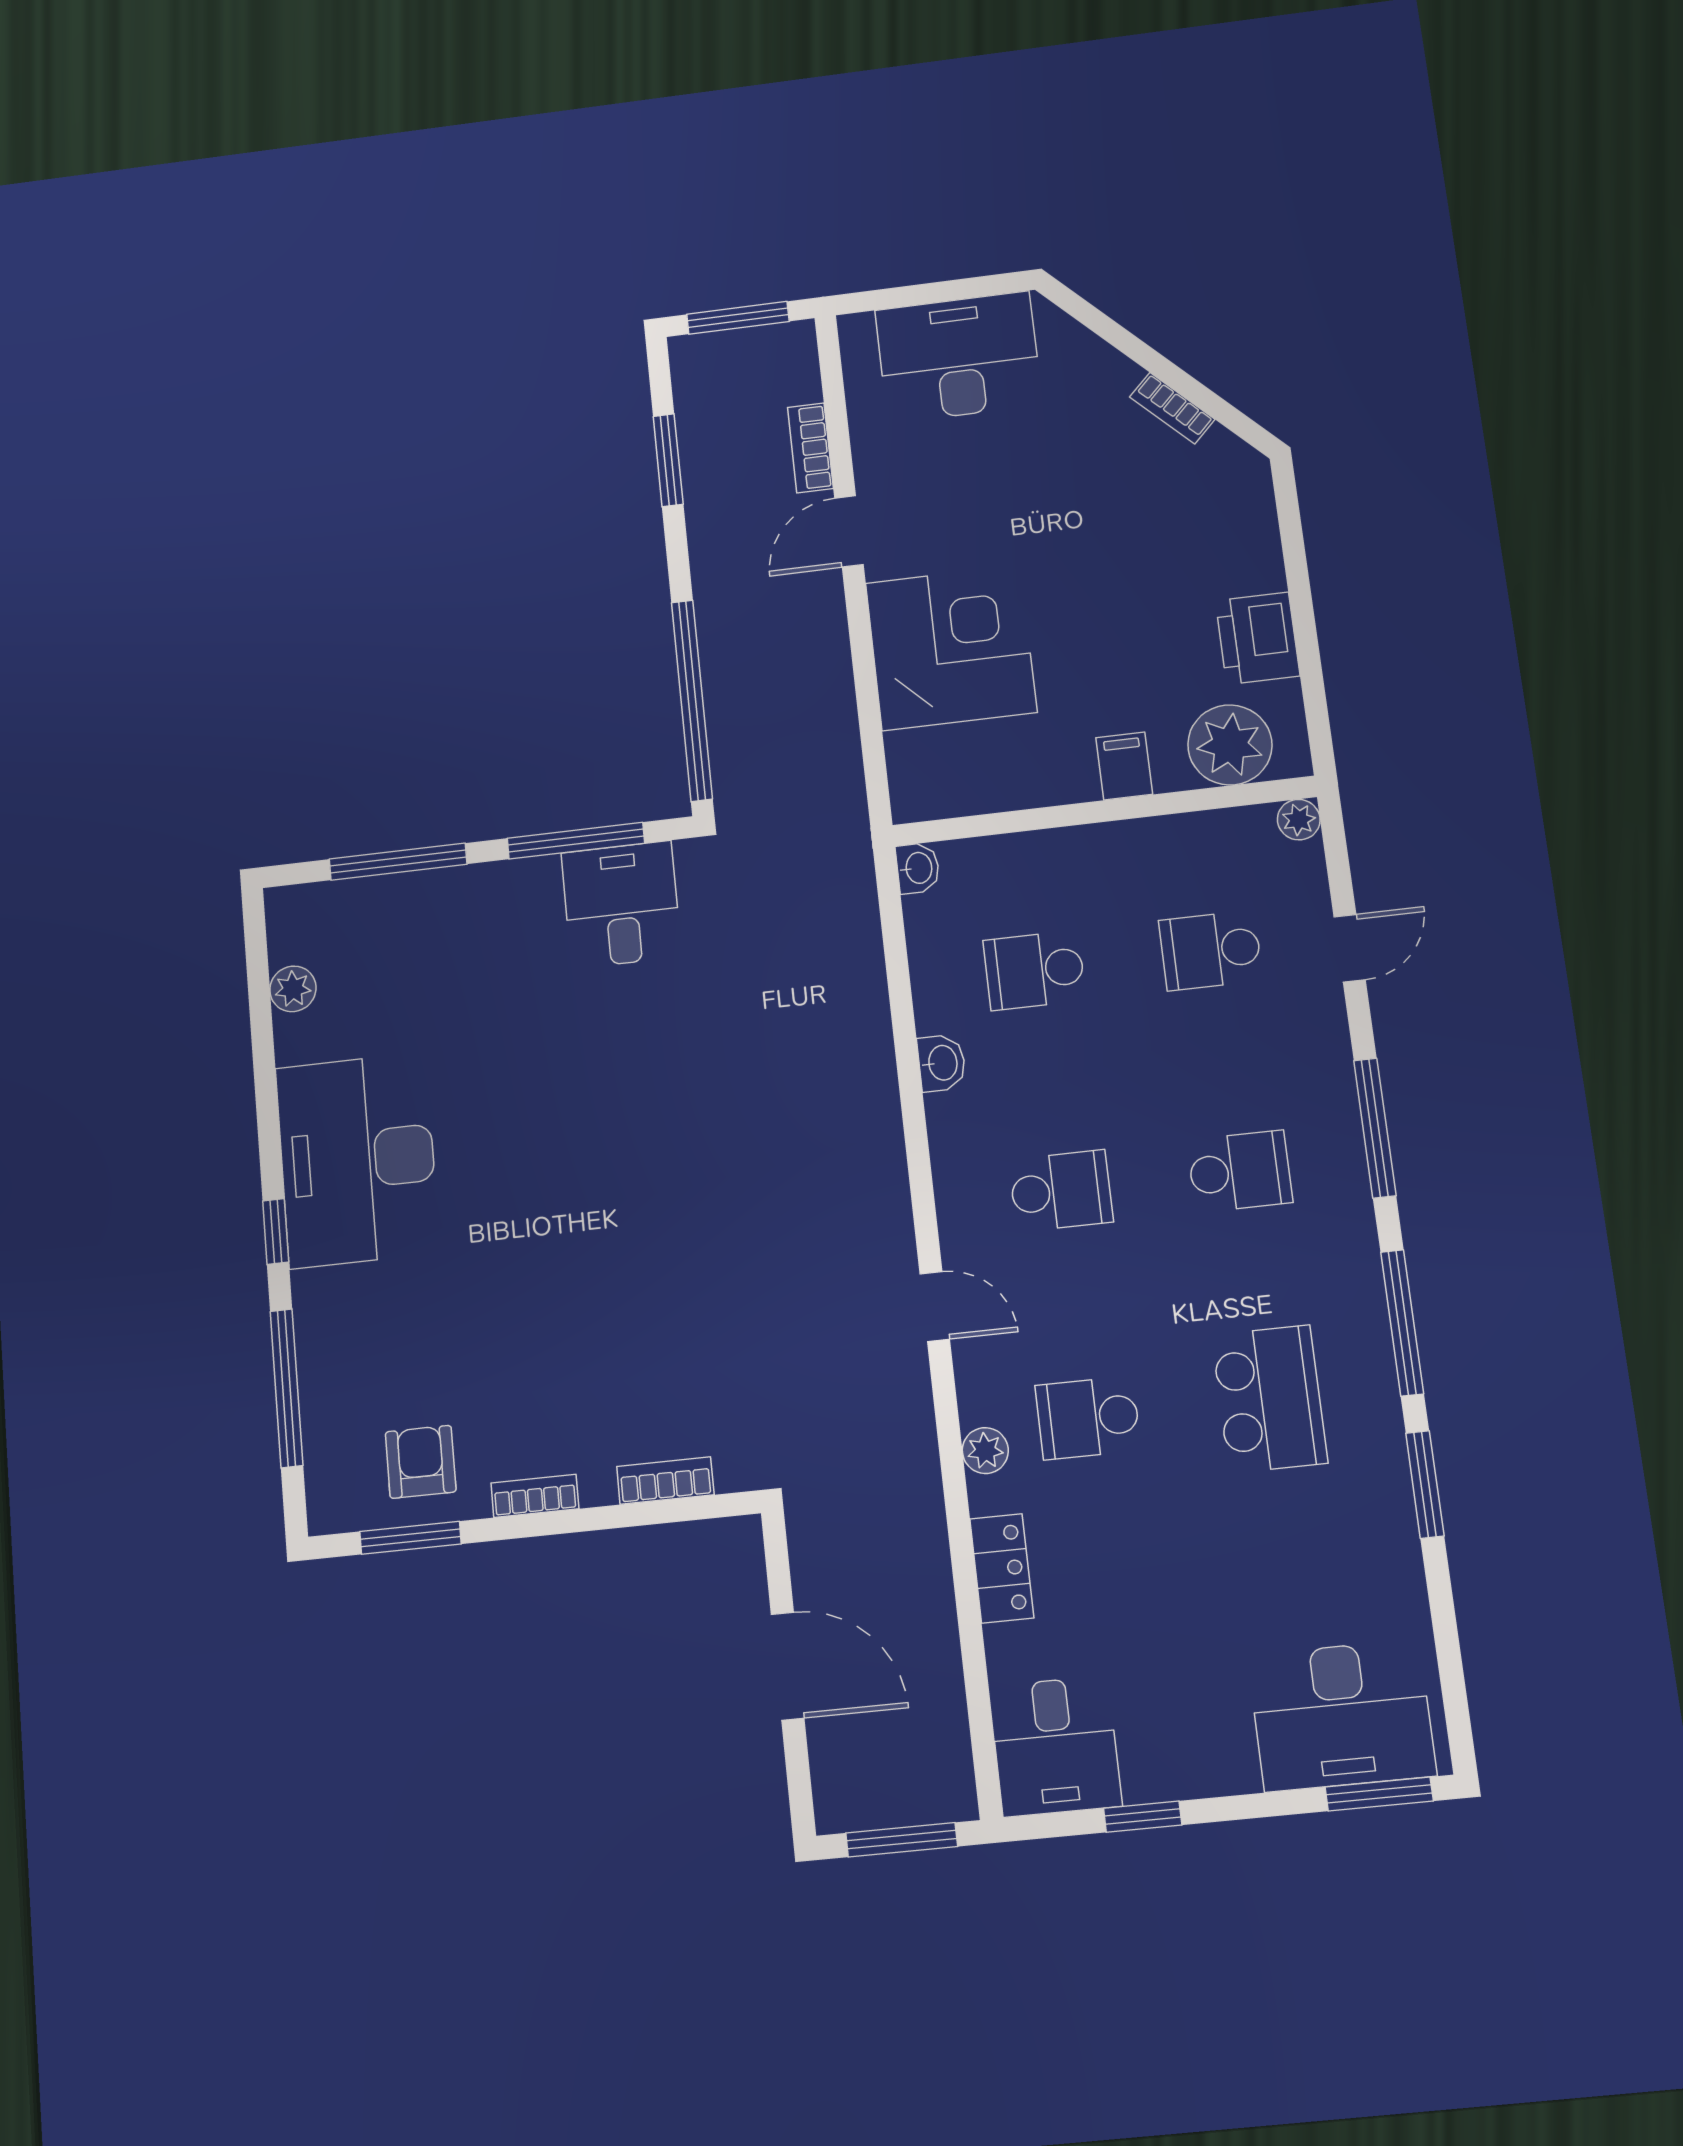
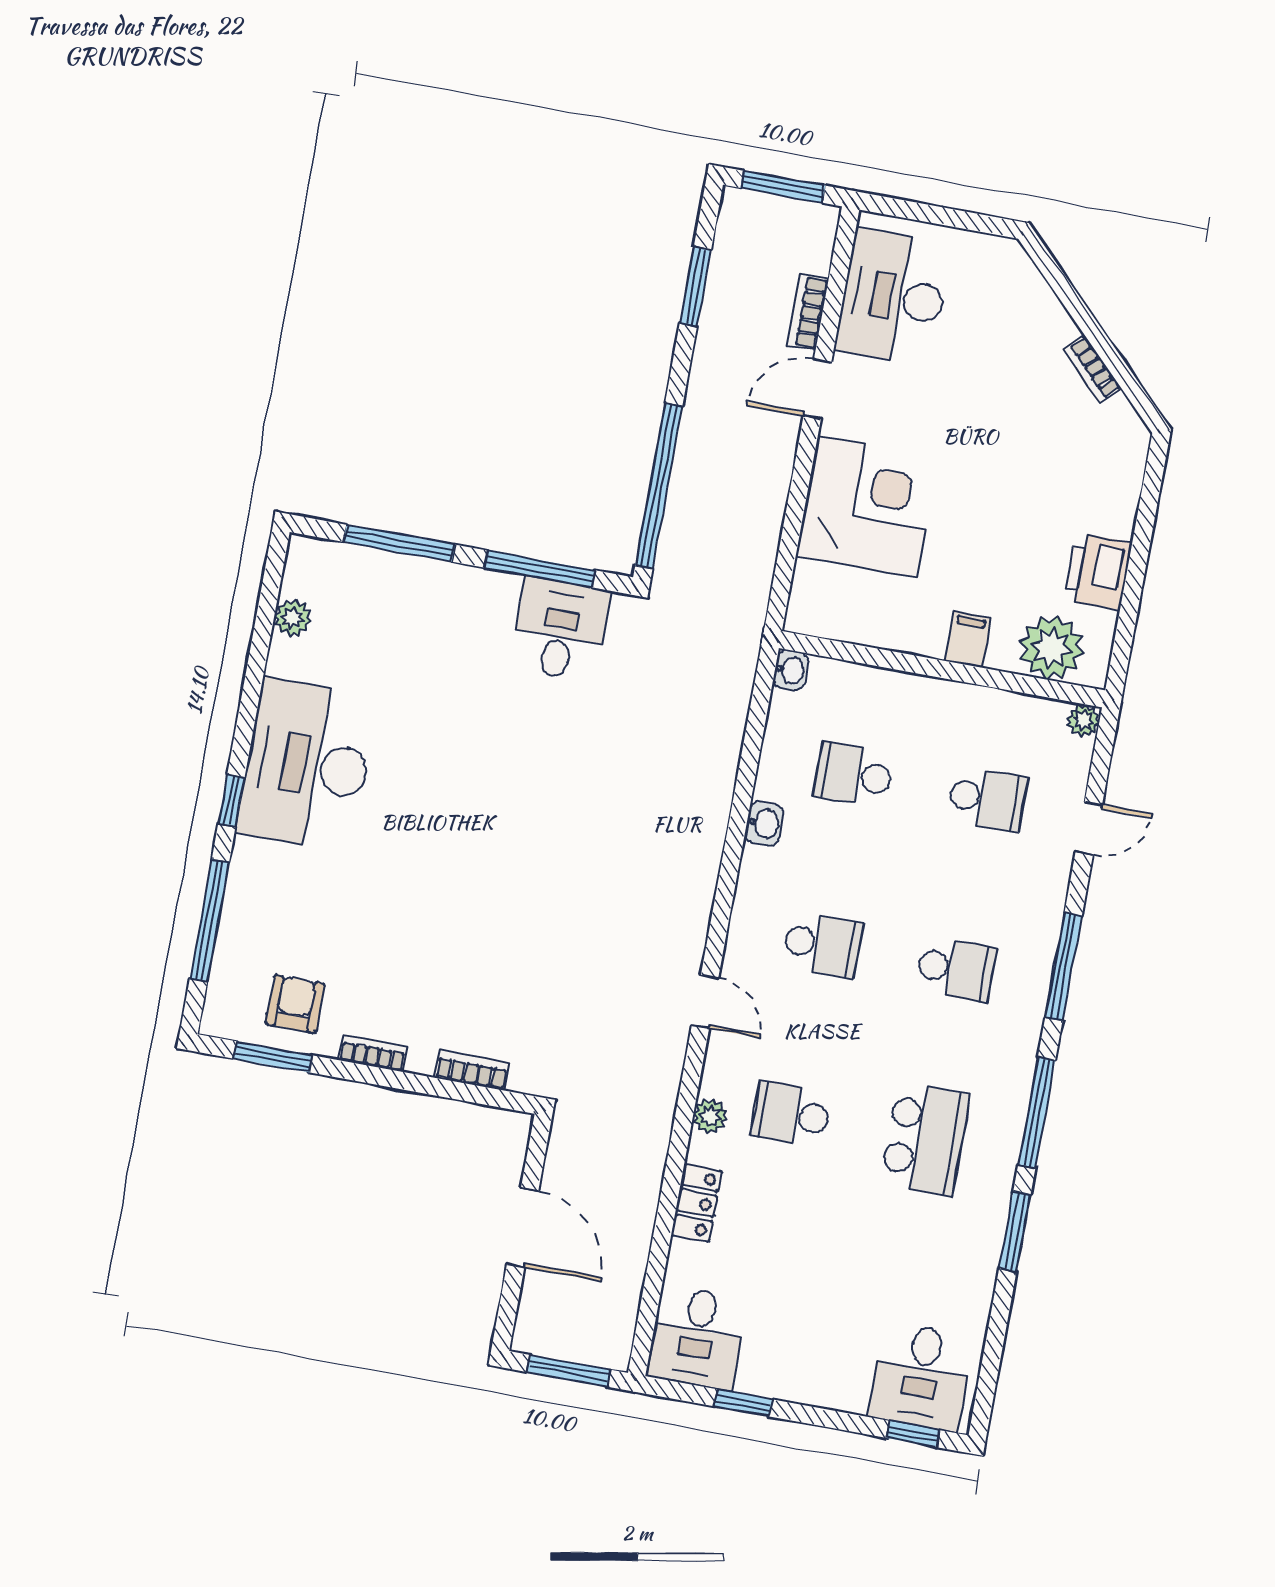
desk: (959, 357) -> (893, 297), moved, turned -90
school desk: (1211, 950) -> (987, 799), turned 180
desk: (1342, 1715) -> (921, 1377), width x0.73
window: (1379, 1794) -> (913, 1434), width x0.67

